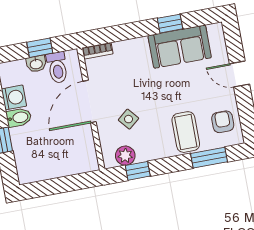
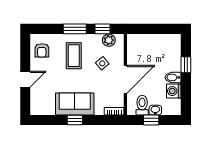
window: (170, 24) -> (75, 120), moved
sofa: (180, 47) -> (75, 104), moved
door: (239, 74) -> (25, 79), hinge flipped
coffee table: (186, 132) -> (74, 56), moved
window: (209, 158) -> (75, 29), moved

